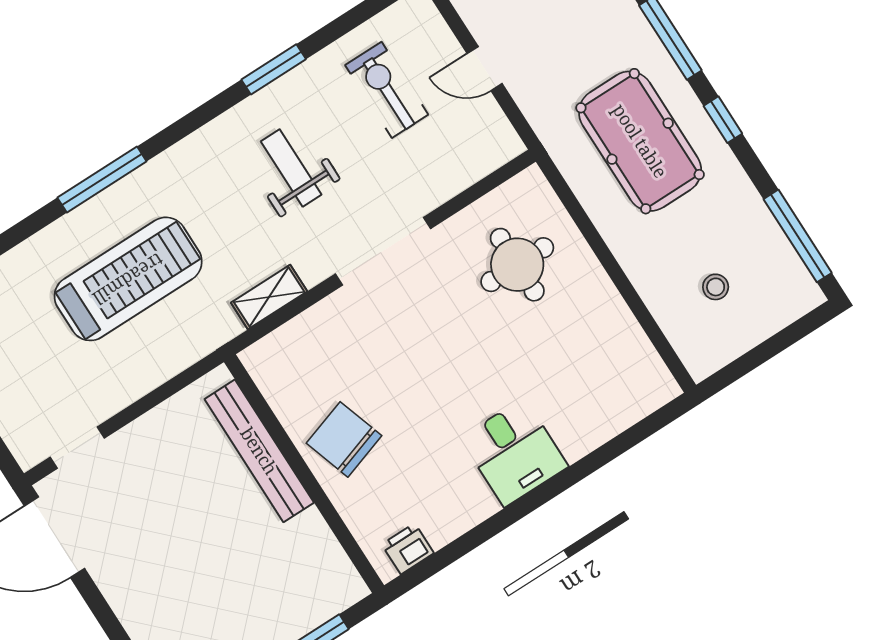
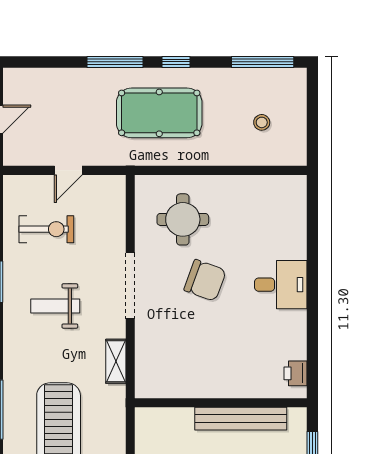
exercise bike: (387, 90) -> (46, 229), turned 180
chair: (344, 439) -> (205, 280), moved, turned -142
bench: (259, 451) -> (241, 419), moved

